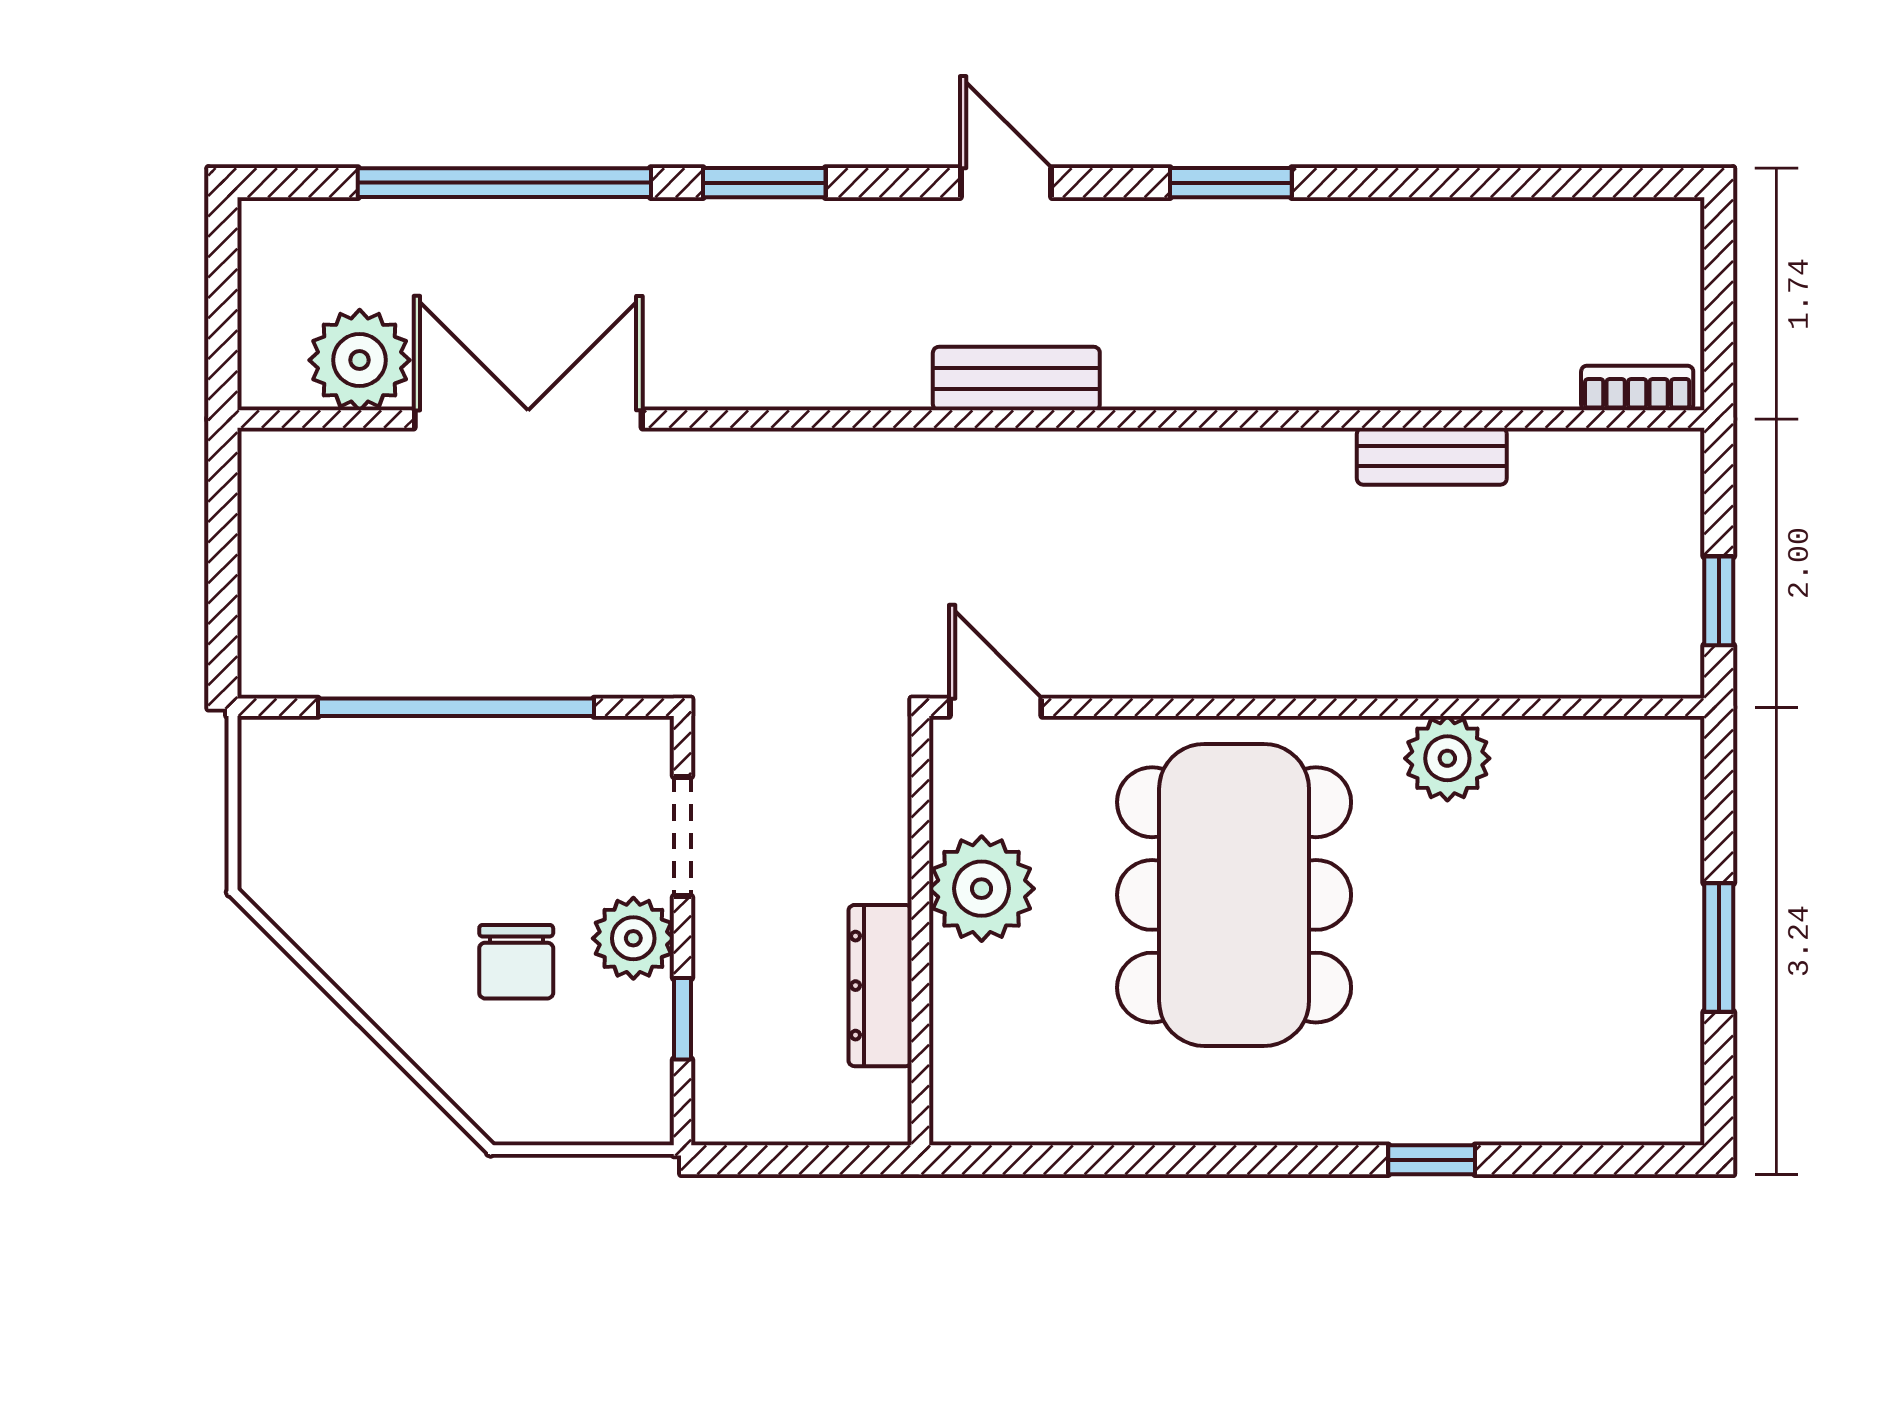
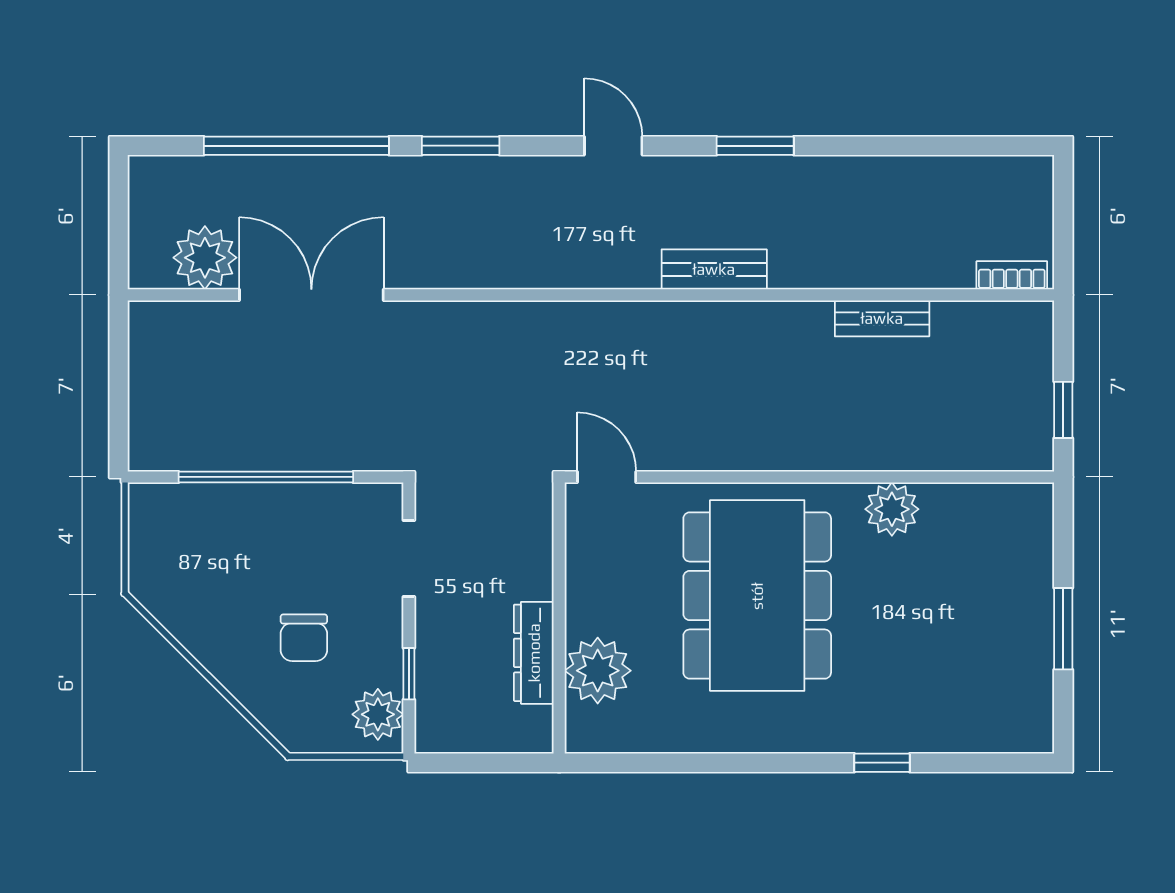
bench: (1016, 379) -> (714, 269), moved
plant: (982, 889) -> (598, 671), moved
plant: (633, 938) -> (378, 714), moved

